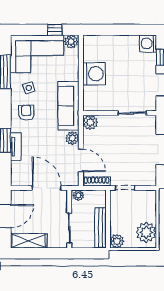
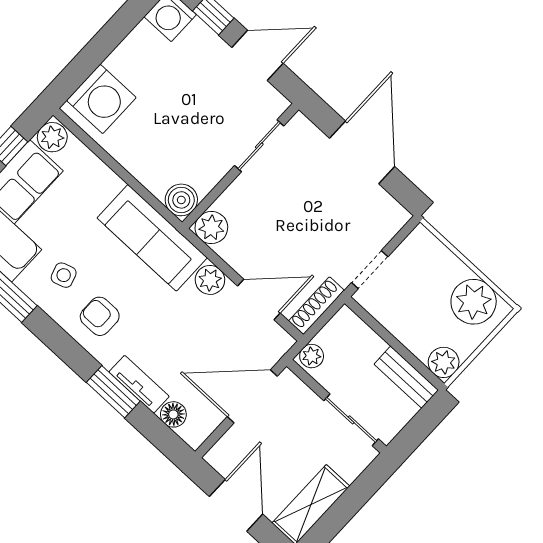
washing machine: (94, 74) -> (101, 99), moved, turned 90
boiler: (90, 104) -> (181, 200), added
floor lamp: (16, 167) -> (173, 414), added
bench: (100, 228) -> (406, 377), width x0.73

